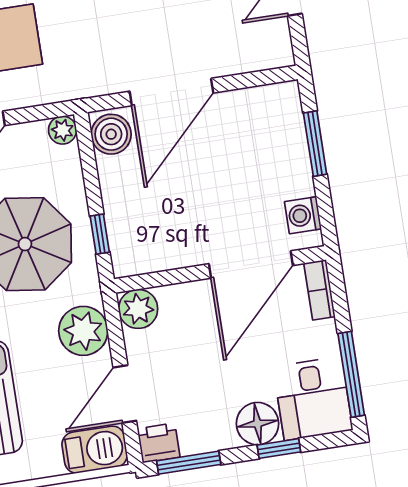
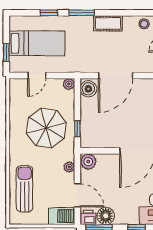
plant: (83, 331) -> (69, 167), width x0.53, depth x0.53
door: (125, 394) -> (77, 195), swing flipped
floor lamp: (258, 424) -> (106, 216), moved

